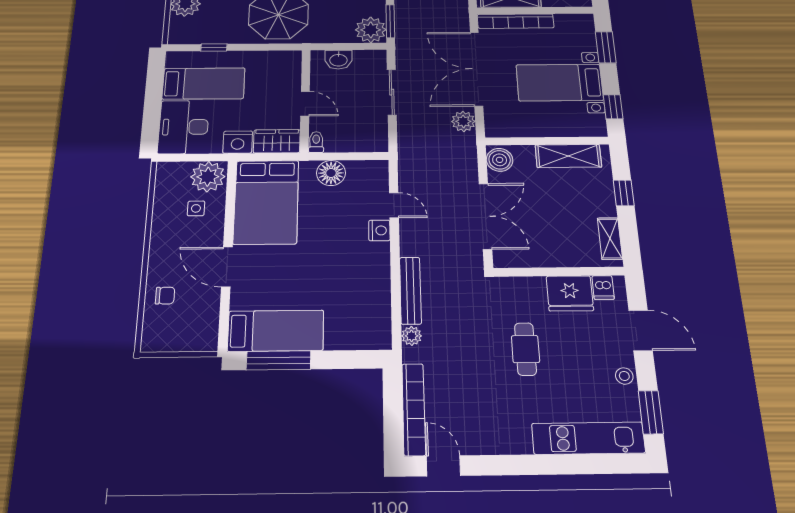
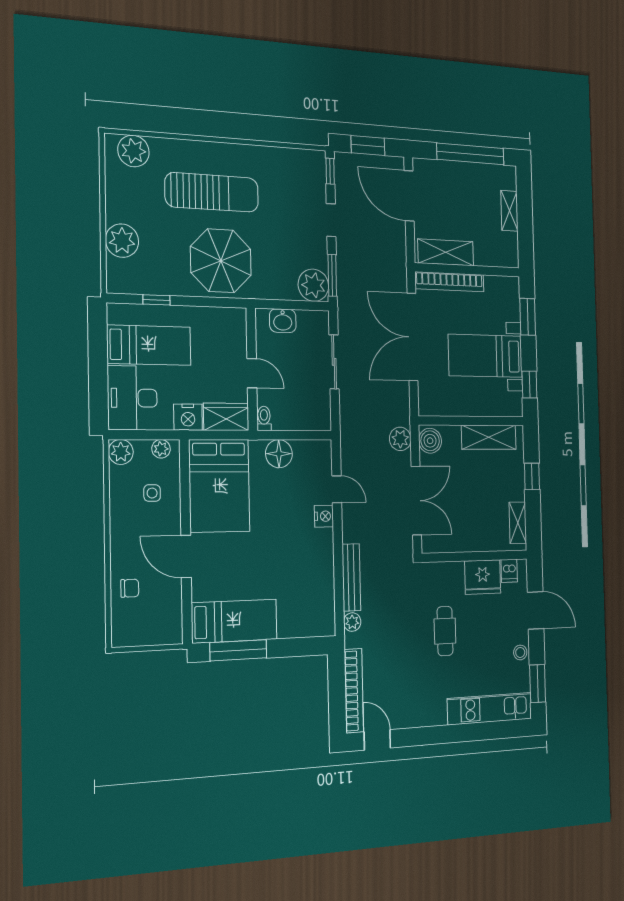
plant: (463, 121) -> (400, 439), moved
plant: (168, 173) -> (121, 452), added
plant: (208, 177) -> (161, 449), width x0.53, depth x0.53

